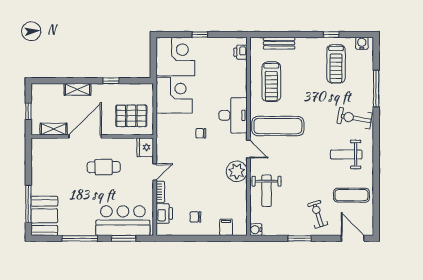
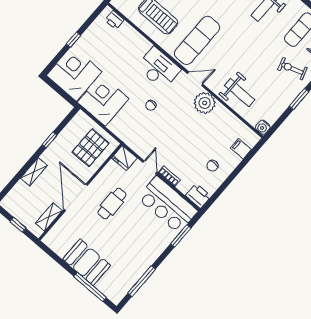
printer: (164, 213) -> (198, 196), moved
booth: (44, 216) -> (87, 262), moved
bar counter: (123, 221) -> (168, 204), moved, turned -90
window: (80, 238) -> (142, 281), moved

